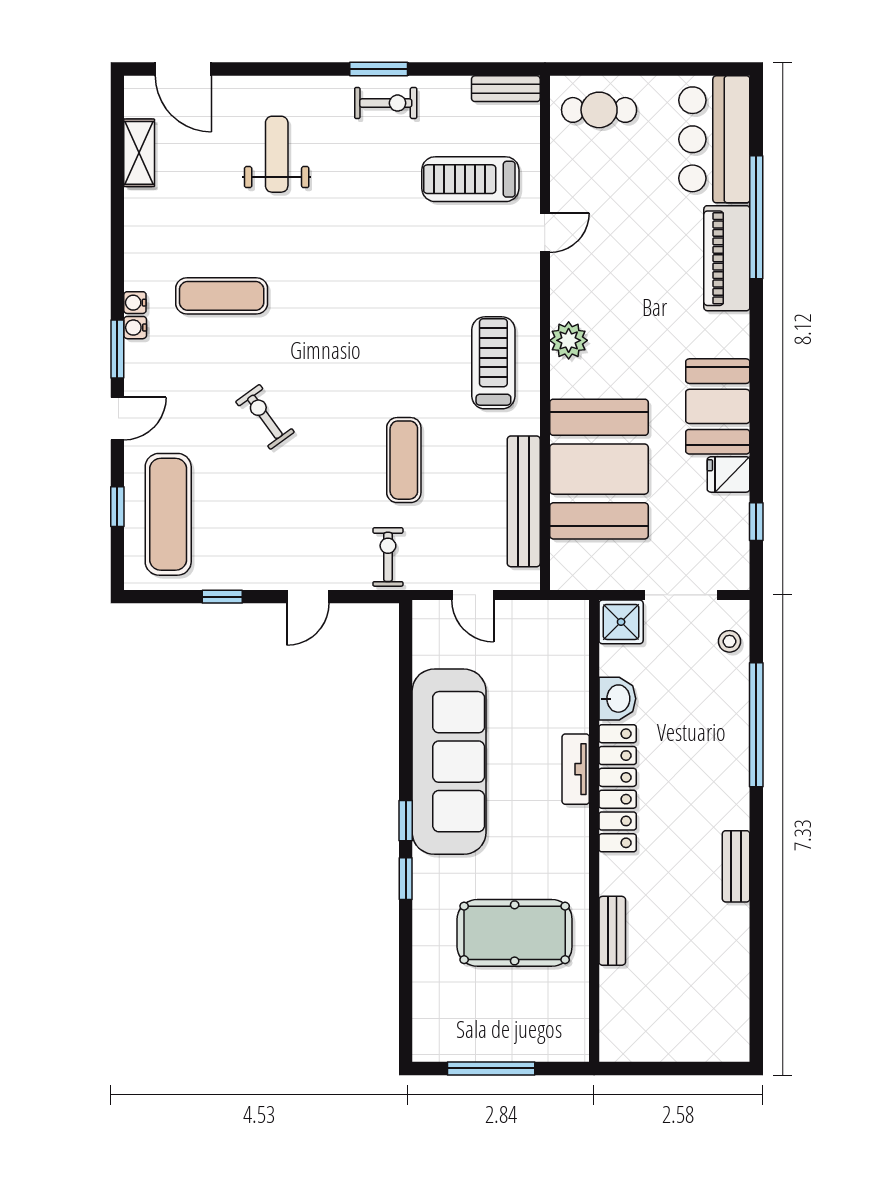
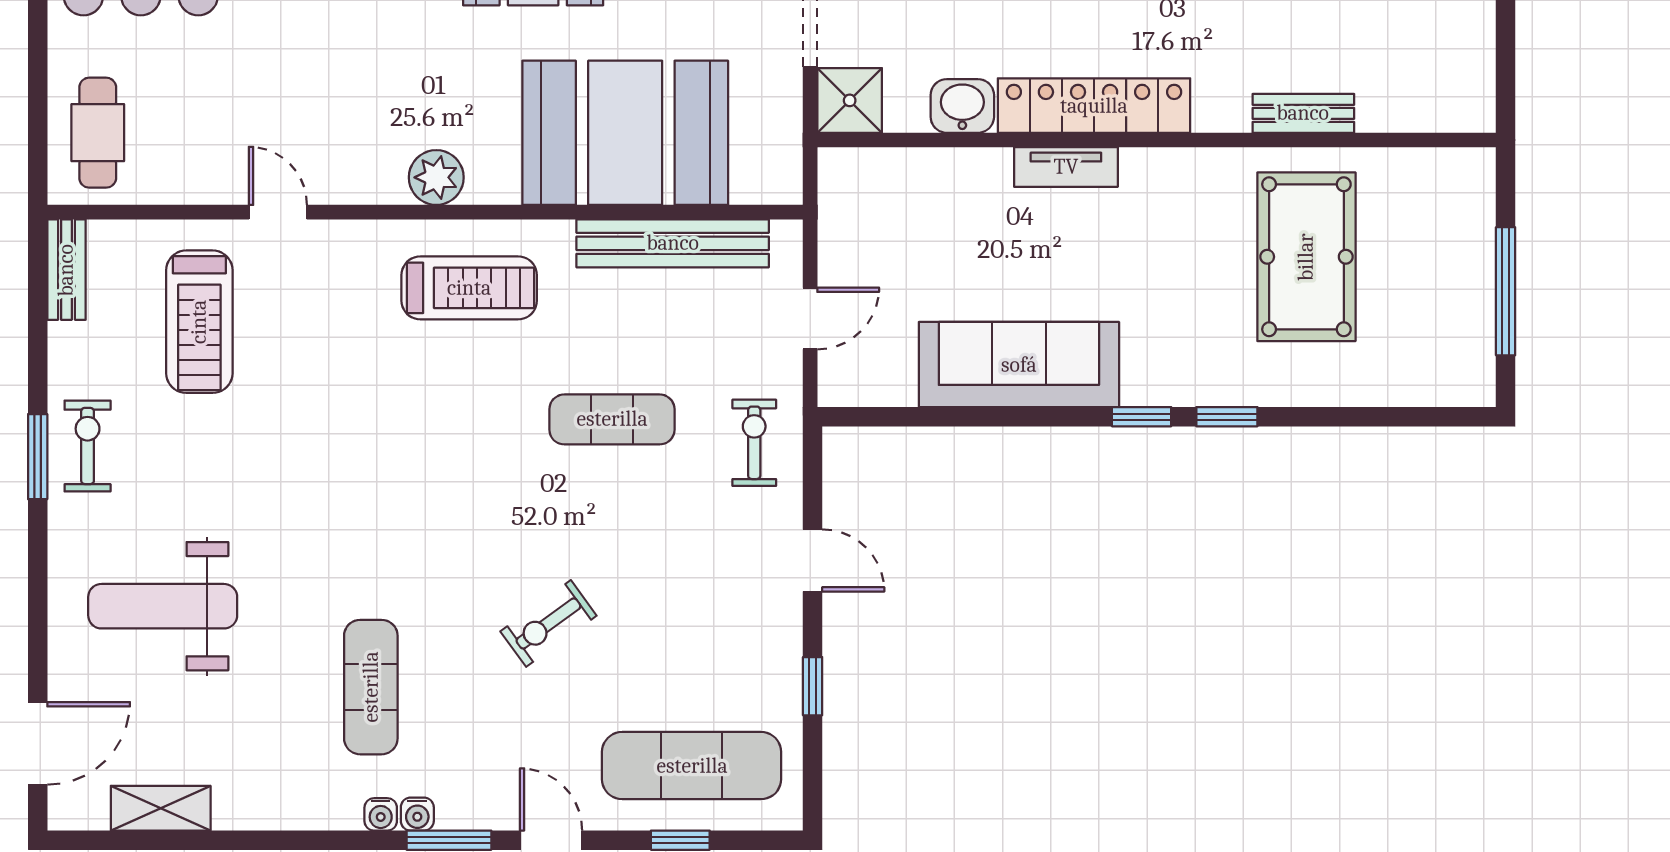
weight bench: (277, 154) -> (163, 606), width x1.36, depth x1.33
treadmill: (493, 363) -> (469, 288), turned 180
exercise bike: (388, 557) -> (754, 443), turned 90
sofa: (449, 762) -> (1019, 365), width x0.74, depth x0.79

